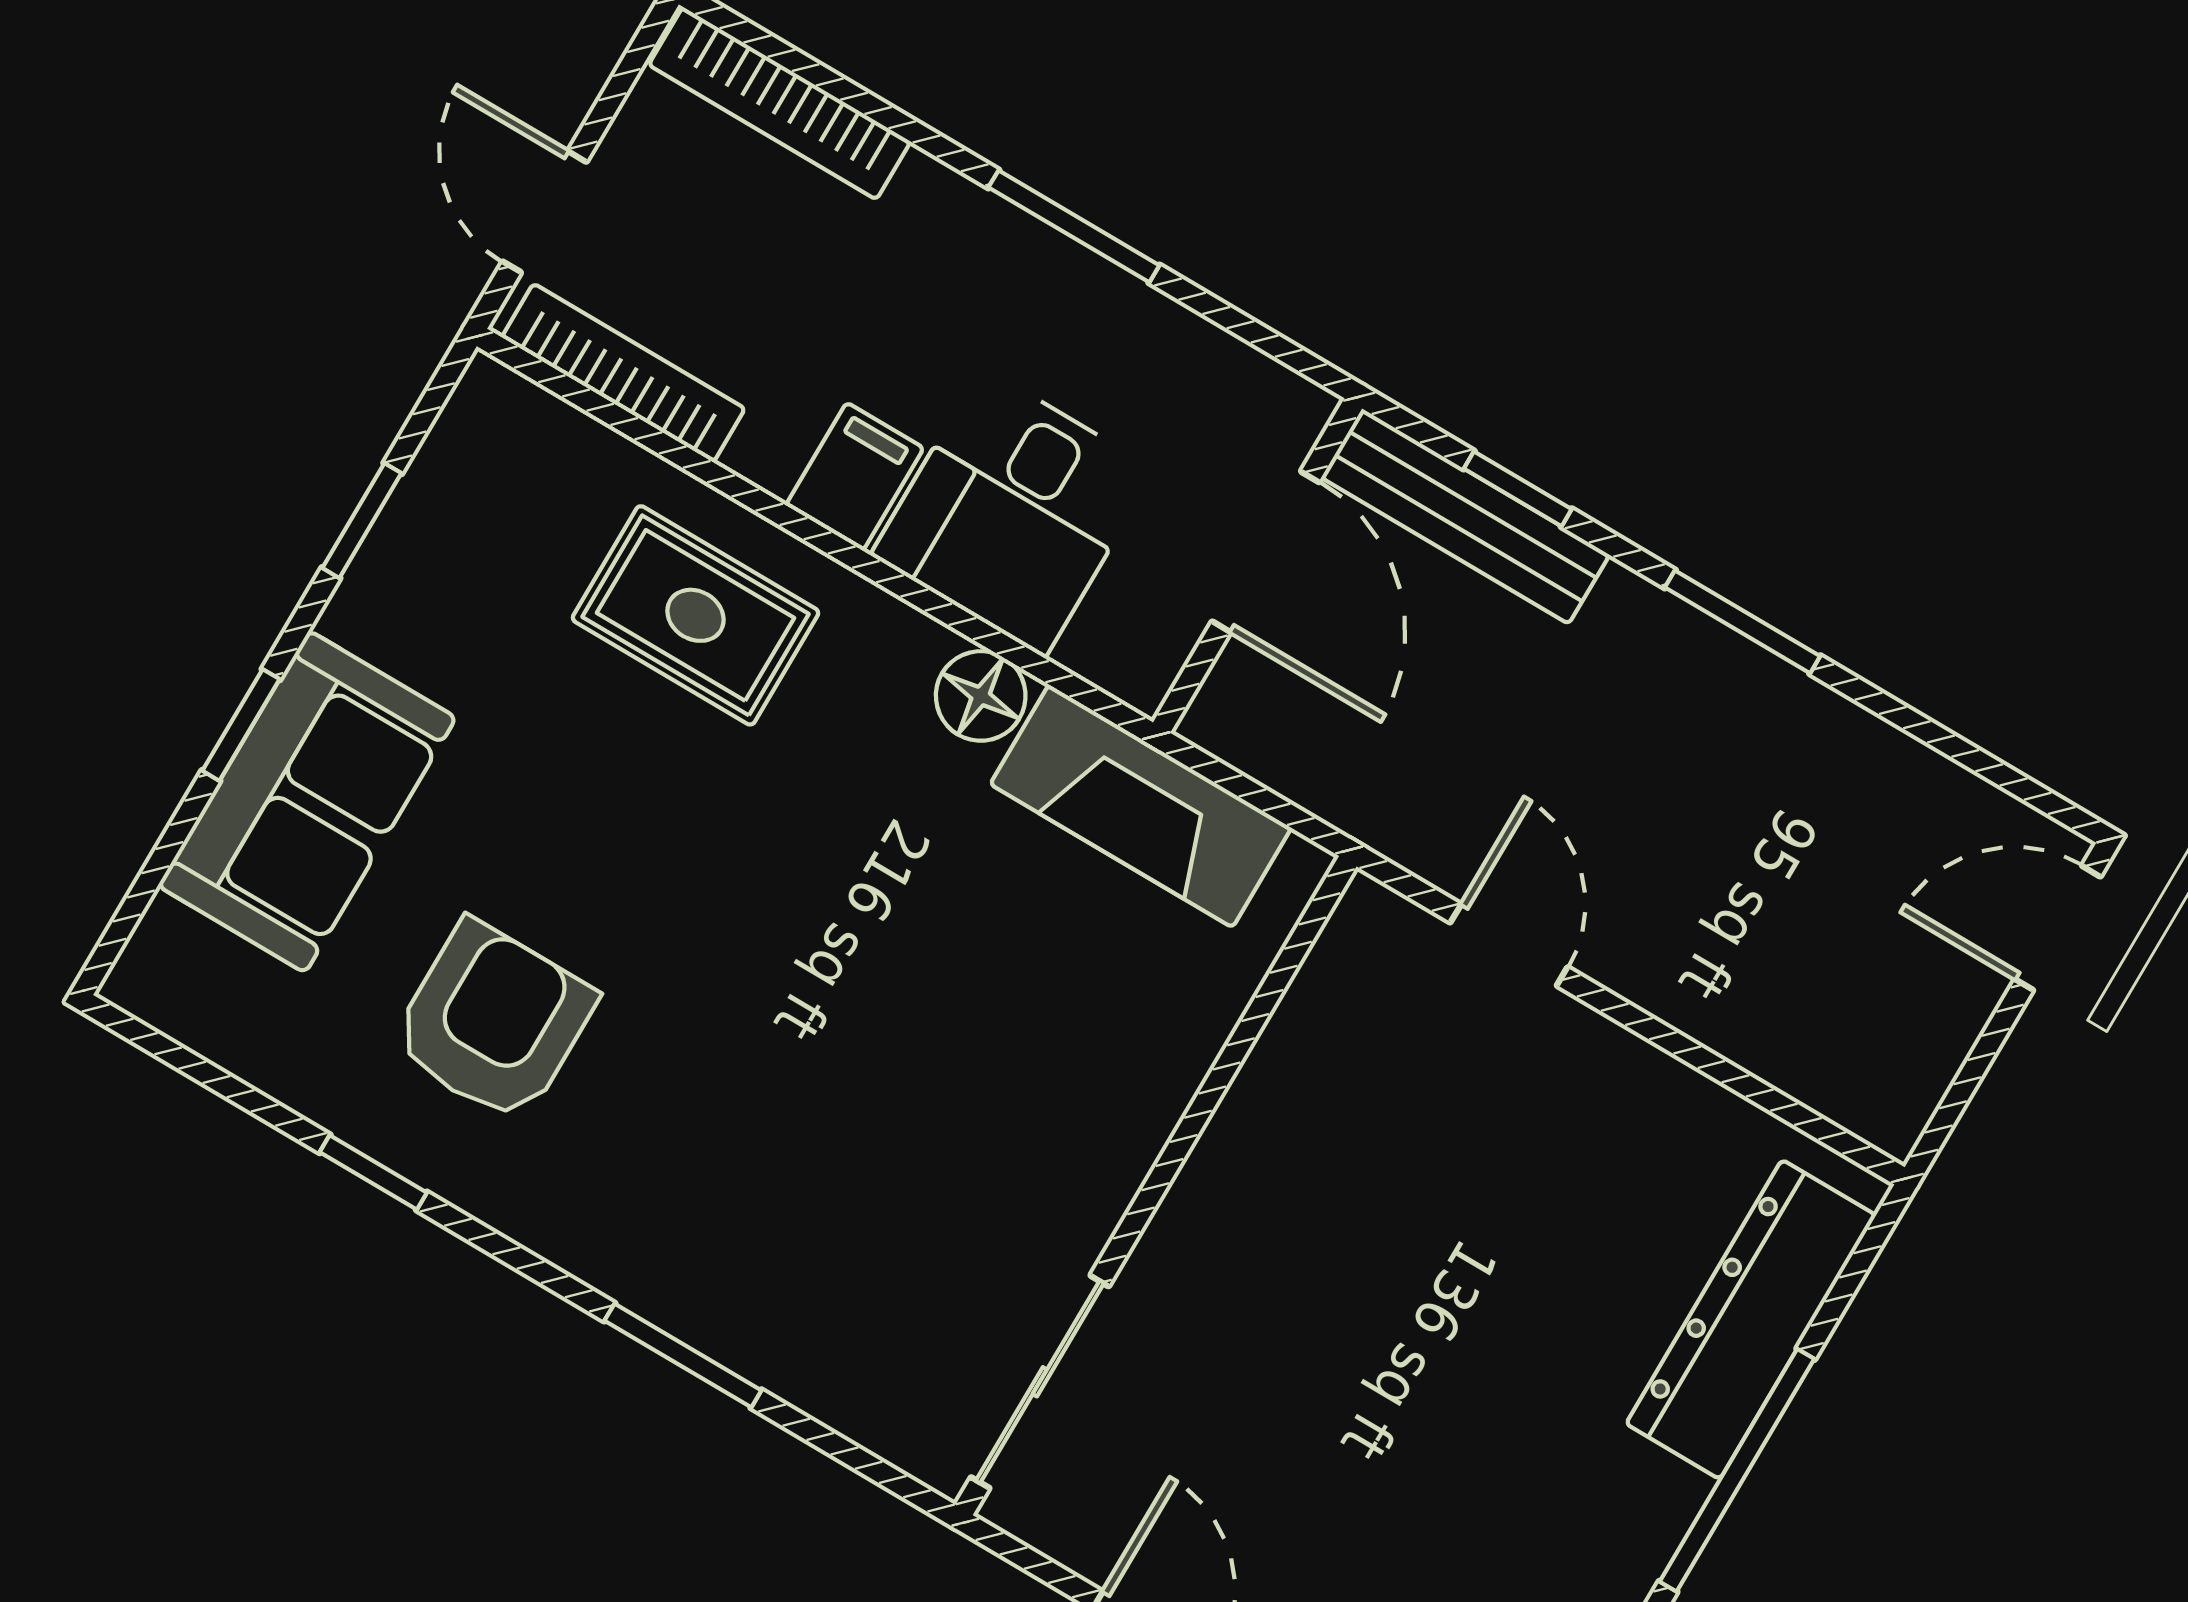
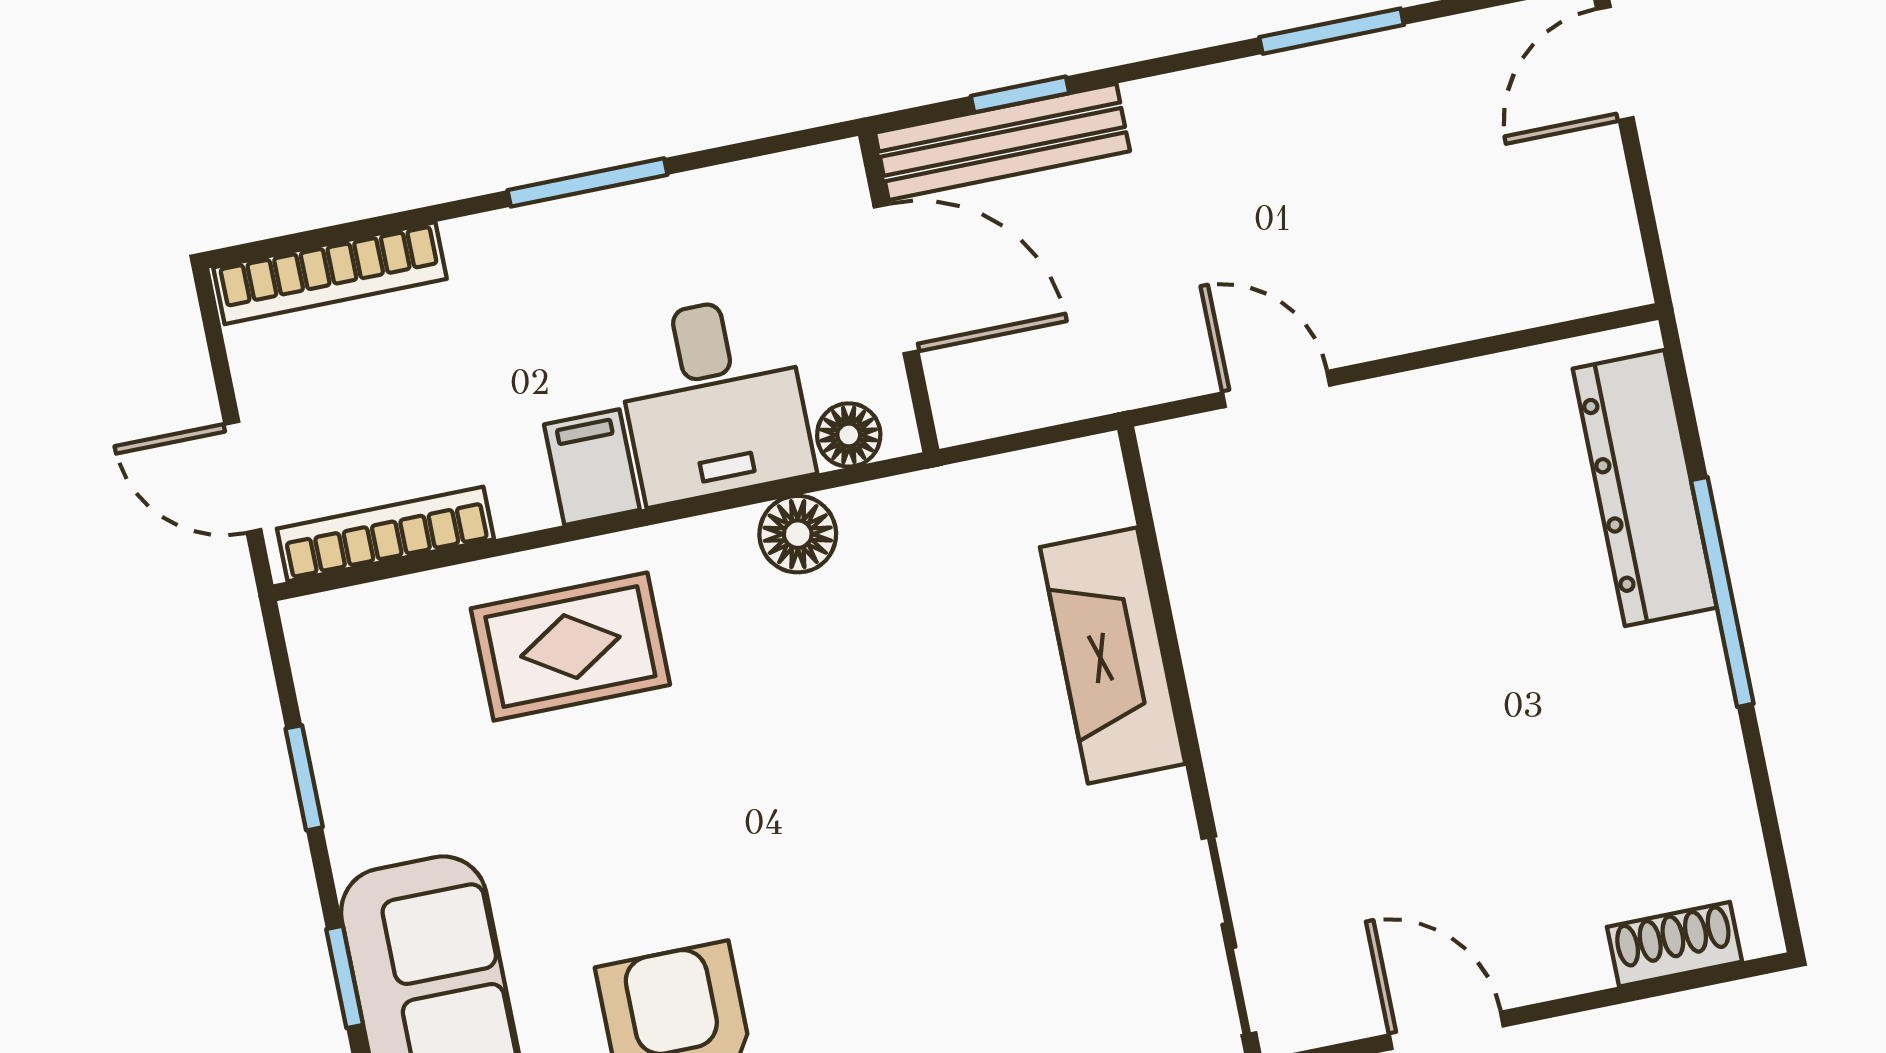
window: (1743, 622) -> (1332, 31), moved
floor lamp: (1103, 650) -> (849, 435), added
fireplace: (1141, 806) -> (1113, 655), moved, turned 90

